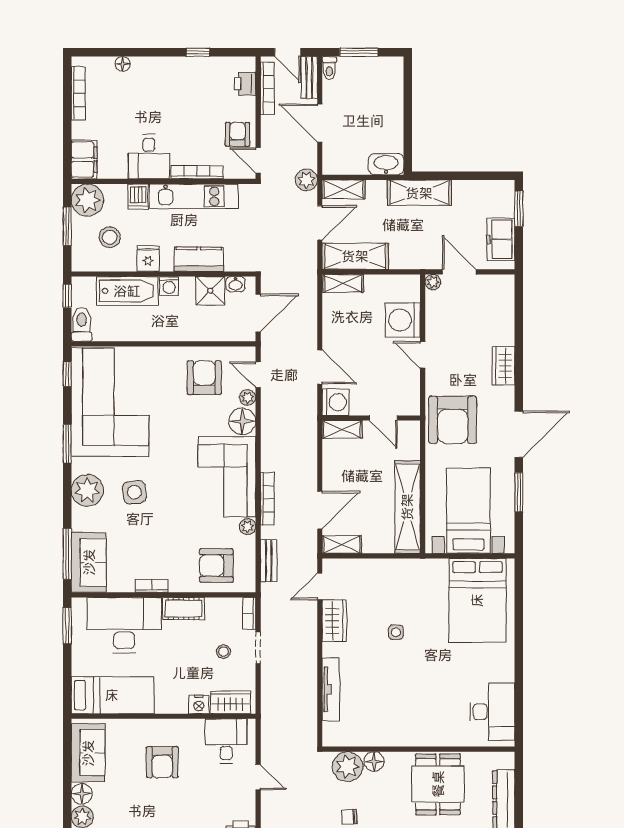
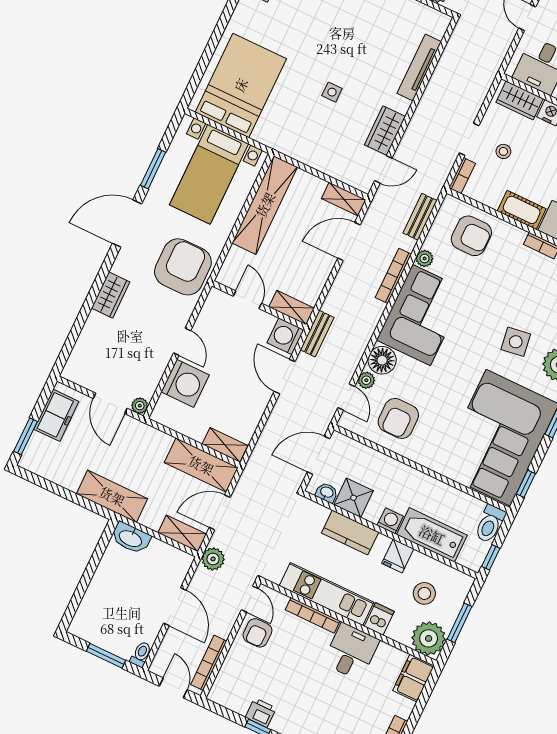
bench: (309, 77) -> (317, 334), moved
printer: (245, 84) -> (261, 713), moved, turned -90

